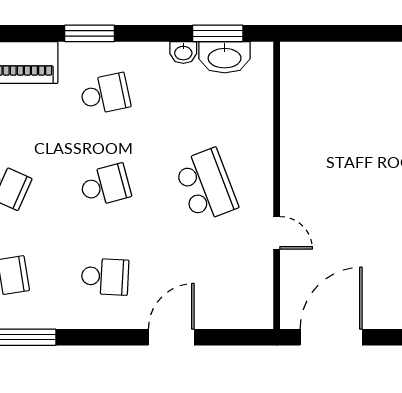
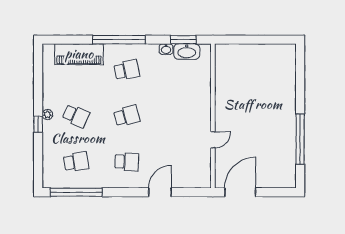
window: (89, 33) -> (119, 40), width x2.11
school desk: (206, 185) -> (178, 116), removed
door: (277, 233) -> (213, 140), hinge flipped

